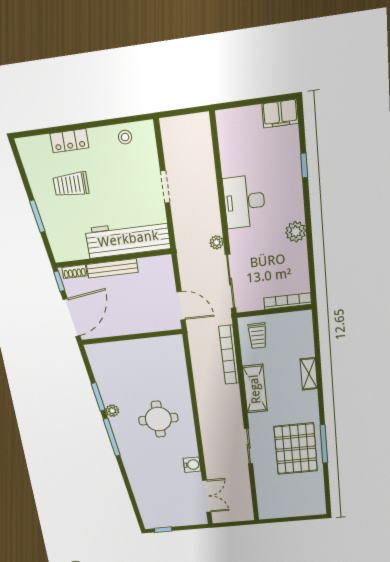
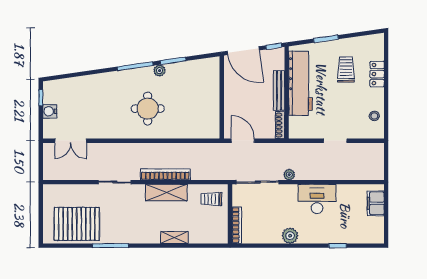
filing cabinet: (280, 114) -> (376, 203), moved
workbench: (128, 239) -> (300, 83), moved
shoe rack: (74, 272) -> (280, 125), moved, width x1.43
door: (181, 306) -> (243, 141), swing flipped
bookcase: (229, 355) -> (165, 174), moved
pallet: (296, 449) -> (77, 224), moved
water cooler: (192, 465) -> (50, 111), moved, turned 90

